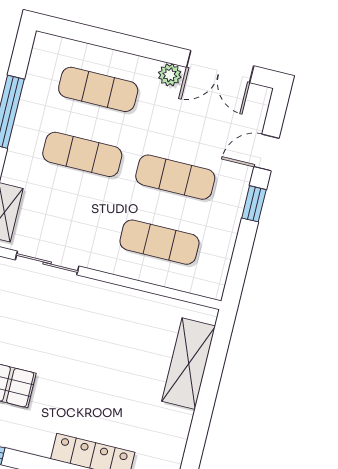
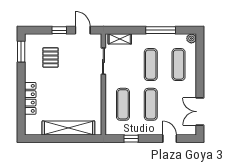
plant: (170, 75) -> (191, 39), moved
window: (254, 204) -> (131, 139), moved
shelving: (189, 364) -> (68, 128), width x1.47

